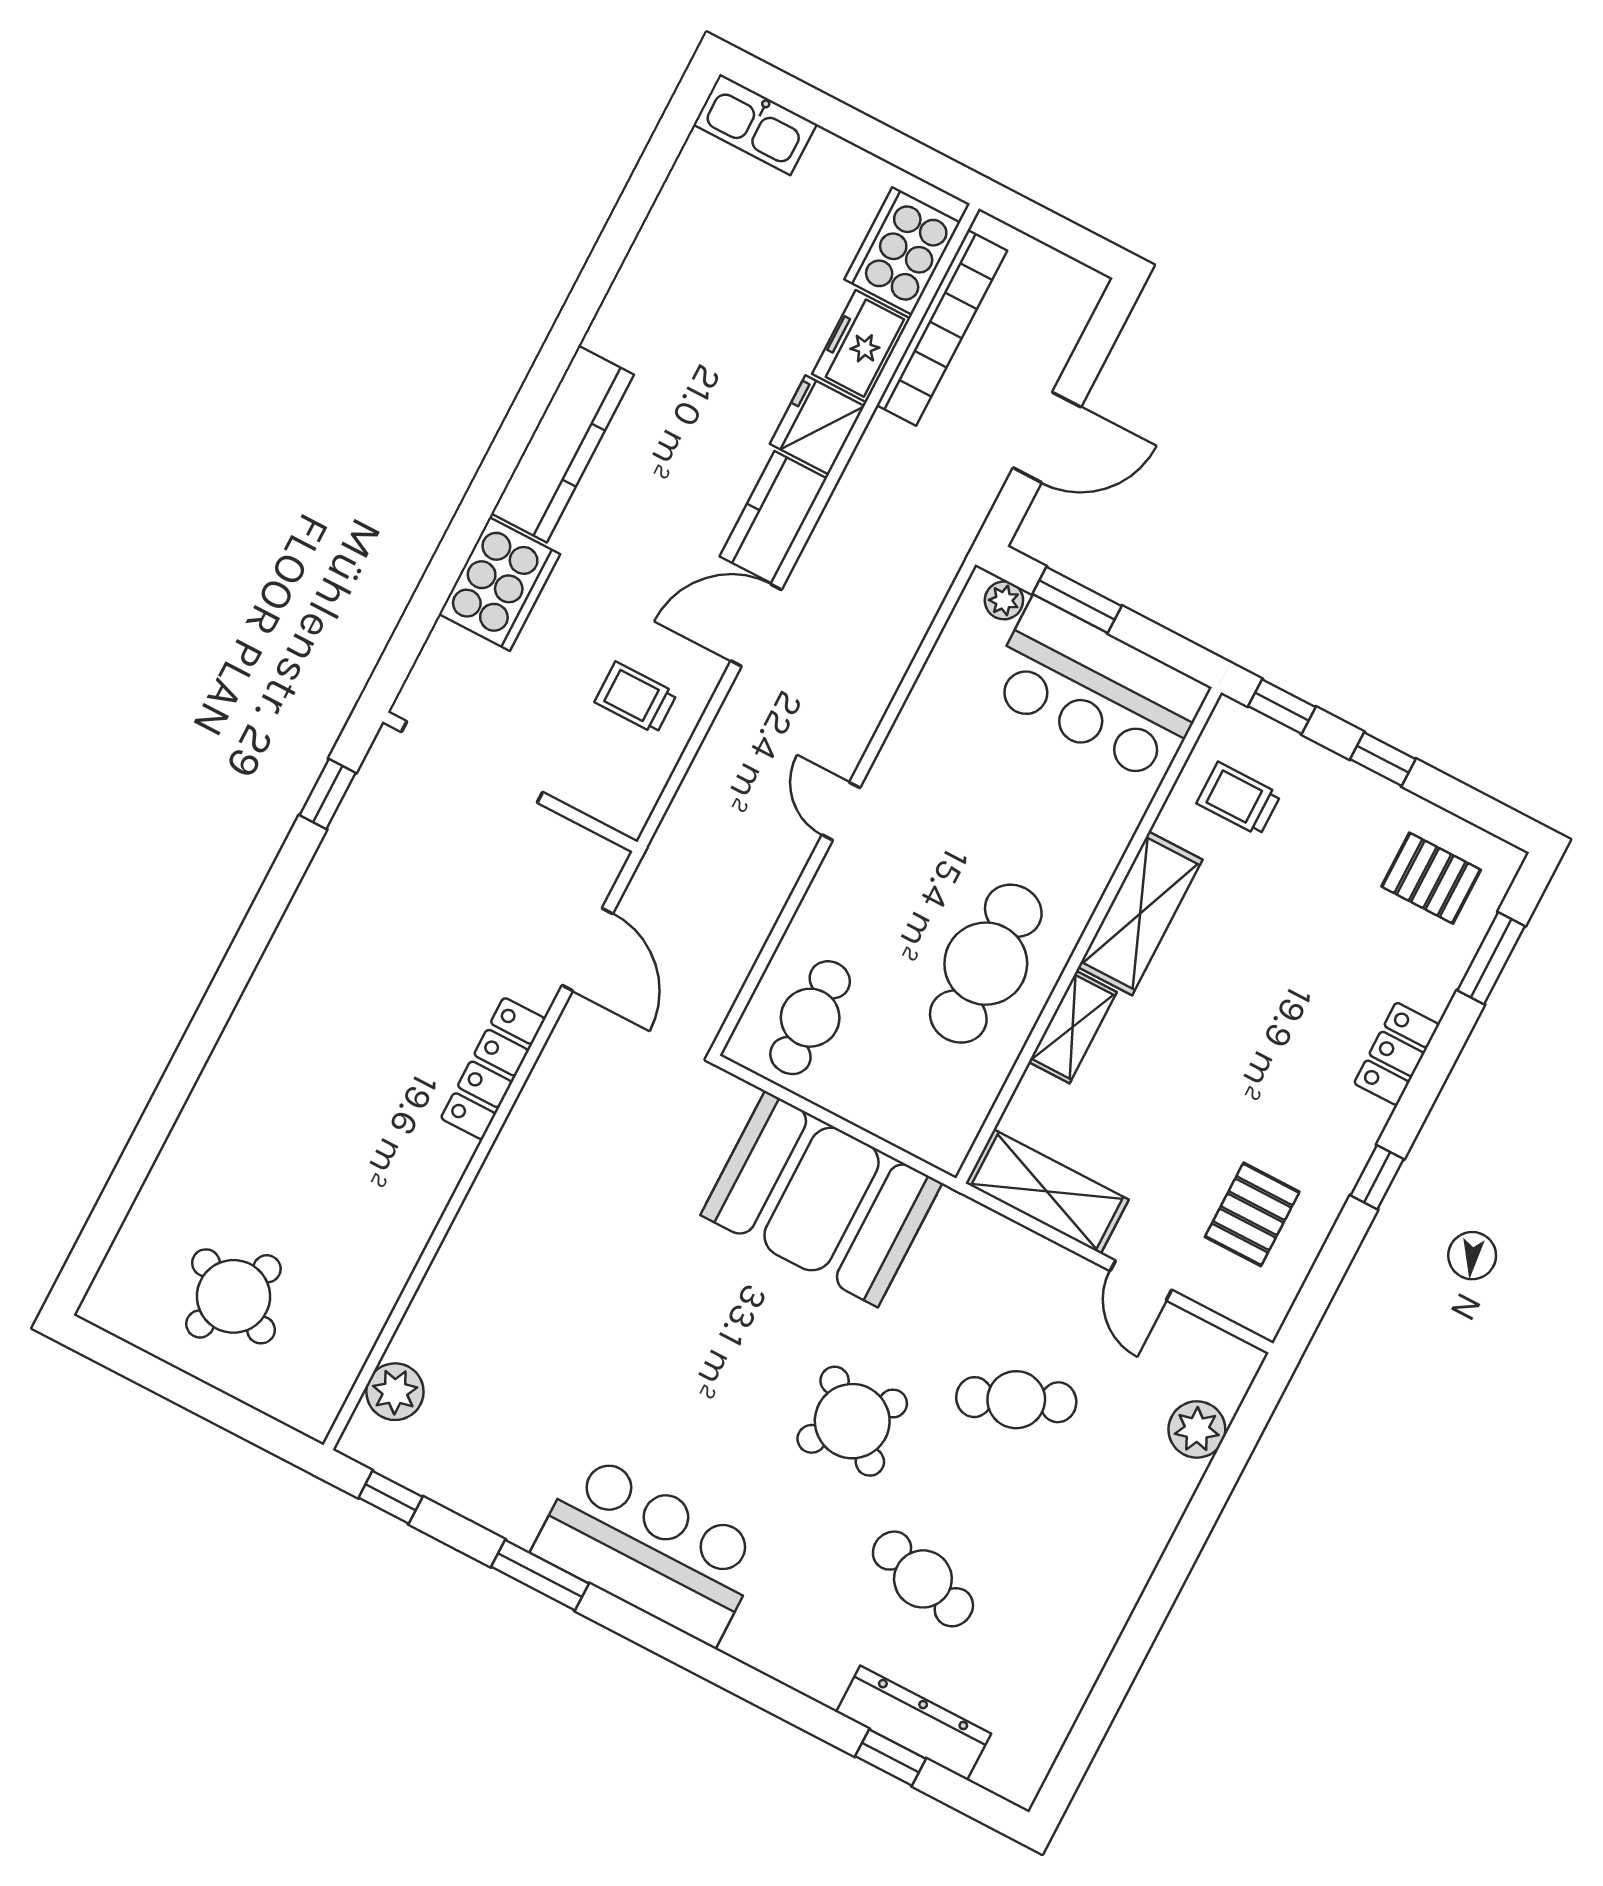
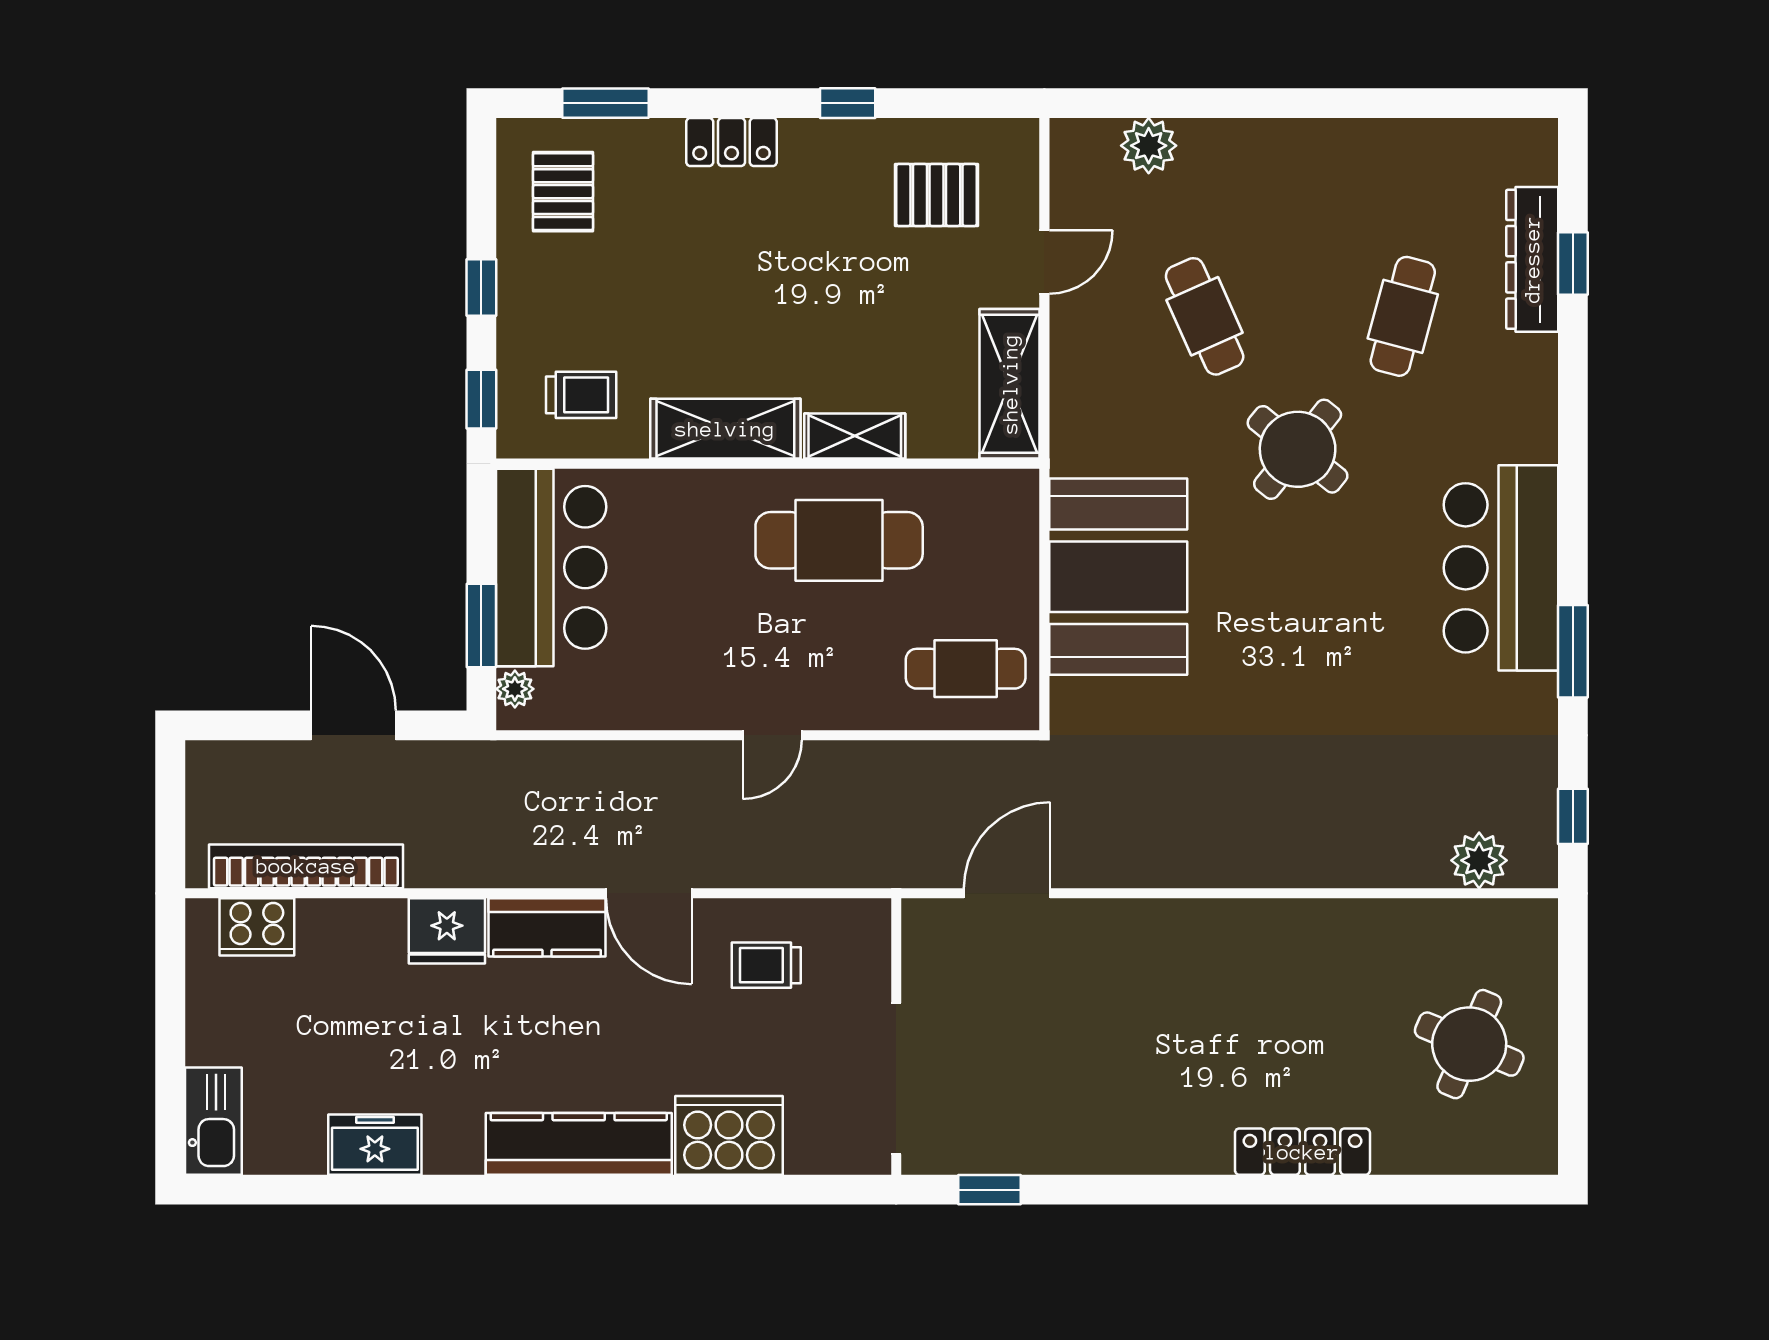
cooker: (902, 251) -> (257, 927), width x0.73, depth x0.76
freezer: (861, 346) -> (375, 1145), moved, turned 180
trolley: (636, 698) -> (766, 965), turned 90
trolley: (1239, 799) -> (581, 395), turned -90
locker: (493, 1069) -> (1302, 1152), moved, turned 180

